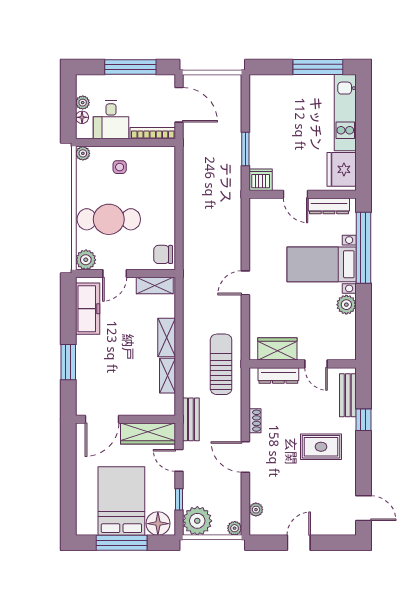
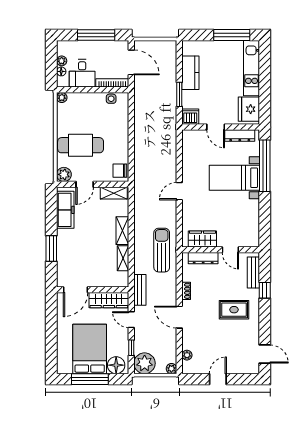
kitchen counter: (261, 119) -> (190, 73), added
side table: (120, 167) -> (111, 99), moved
plant: (346, 305) -> (252, 207), removed

